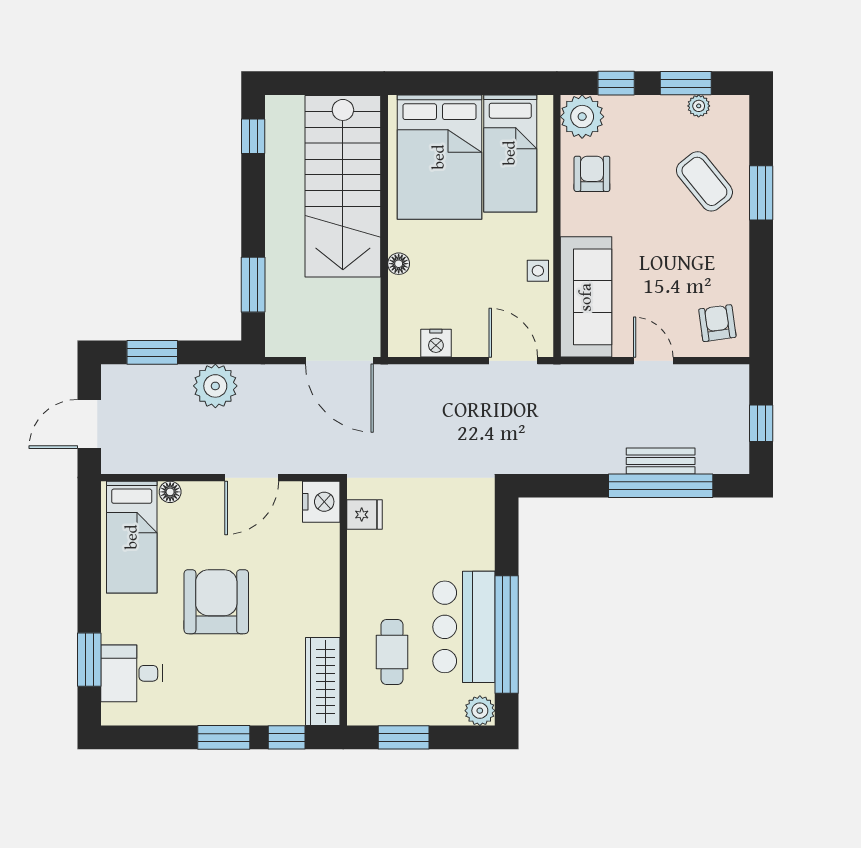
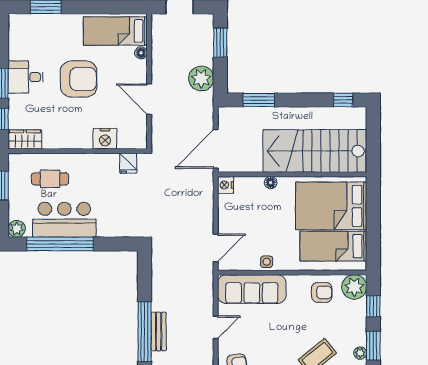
nightstand: (436, 343) -> (226, 185), moved
nightstand: (321, 502) -> (105, 139), moved
desk: (132, 673) -> (26, 77), moved, turned -90
wardrobe: (323, 682) -> (25, 140), width x0.67

